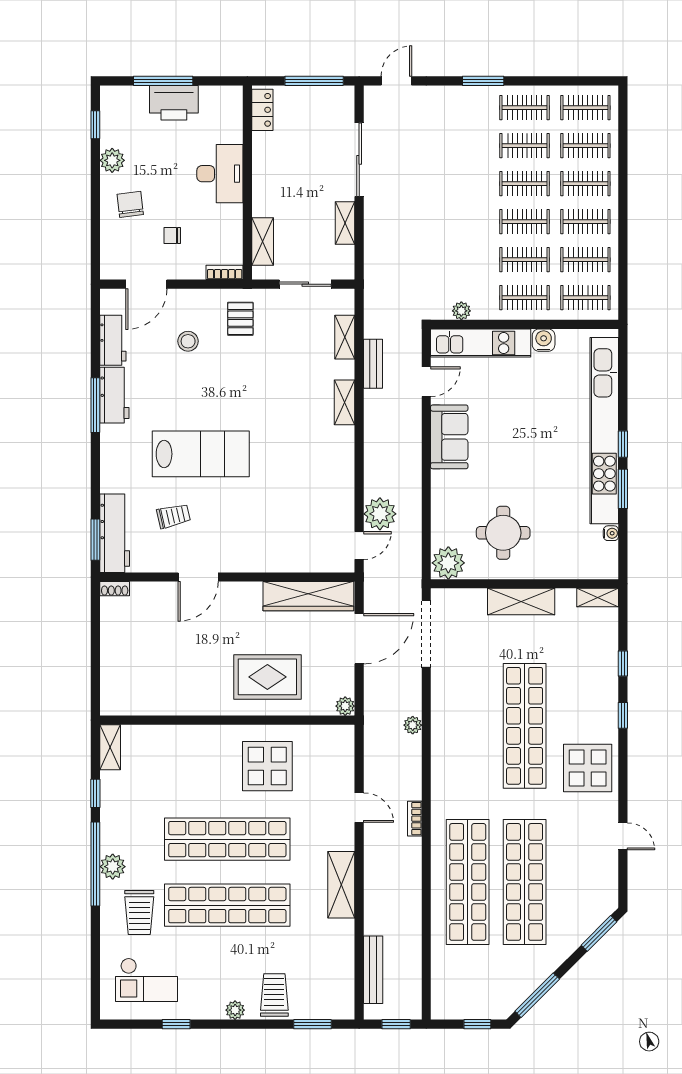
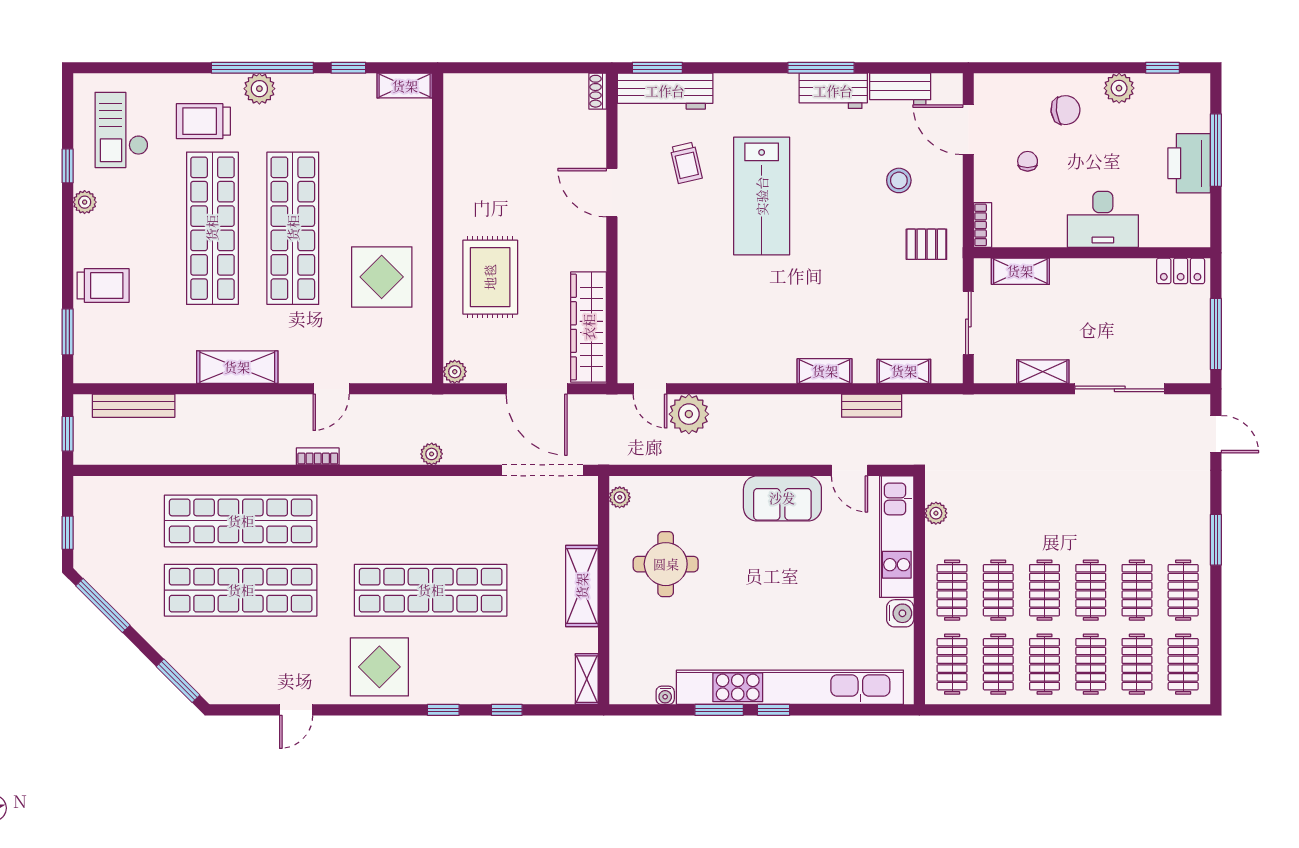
plant: (448, 563) -> (620, 497), width x0.53, depth x0.53
plant: (235, 1010) -> (85, 202), moved

